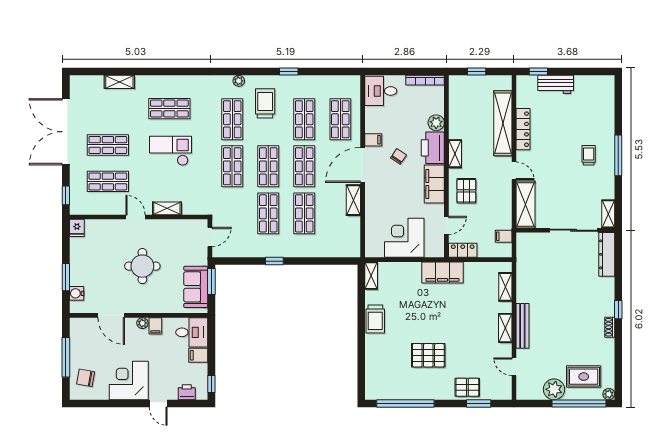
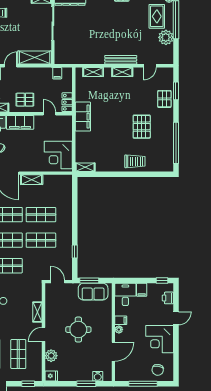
plant: (106, 228) -> (51, 356), added
corner desk: (404, 238) -> (58, 155), moved
window: (274, 261) -> (75, 251), moved
trolley: (375, 319) -> (135, 161), moved

